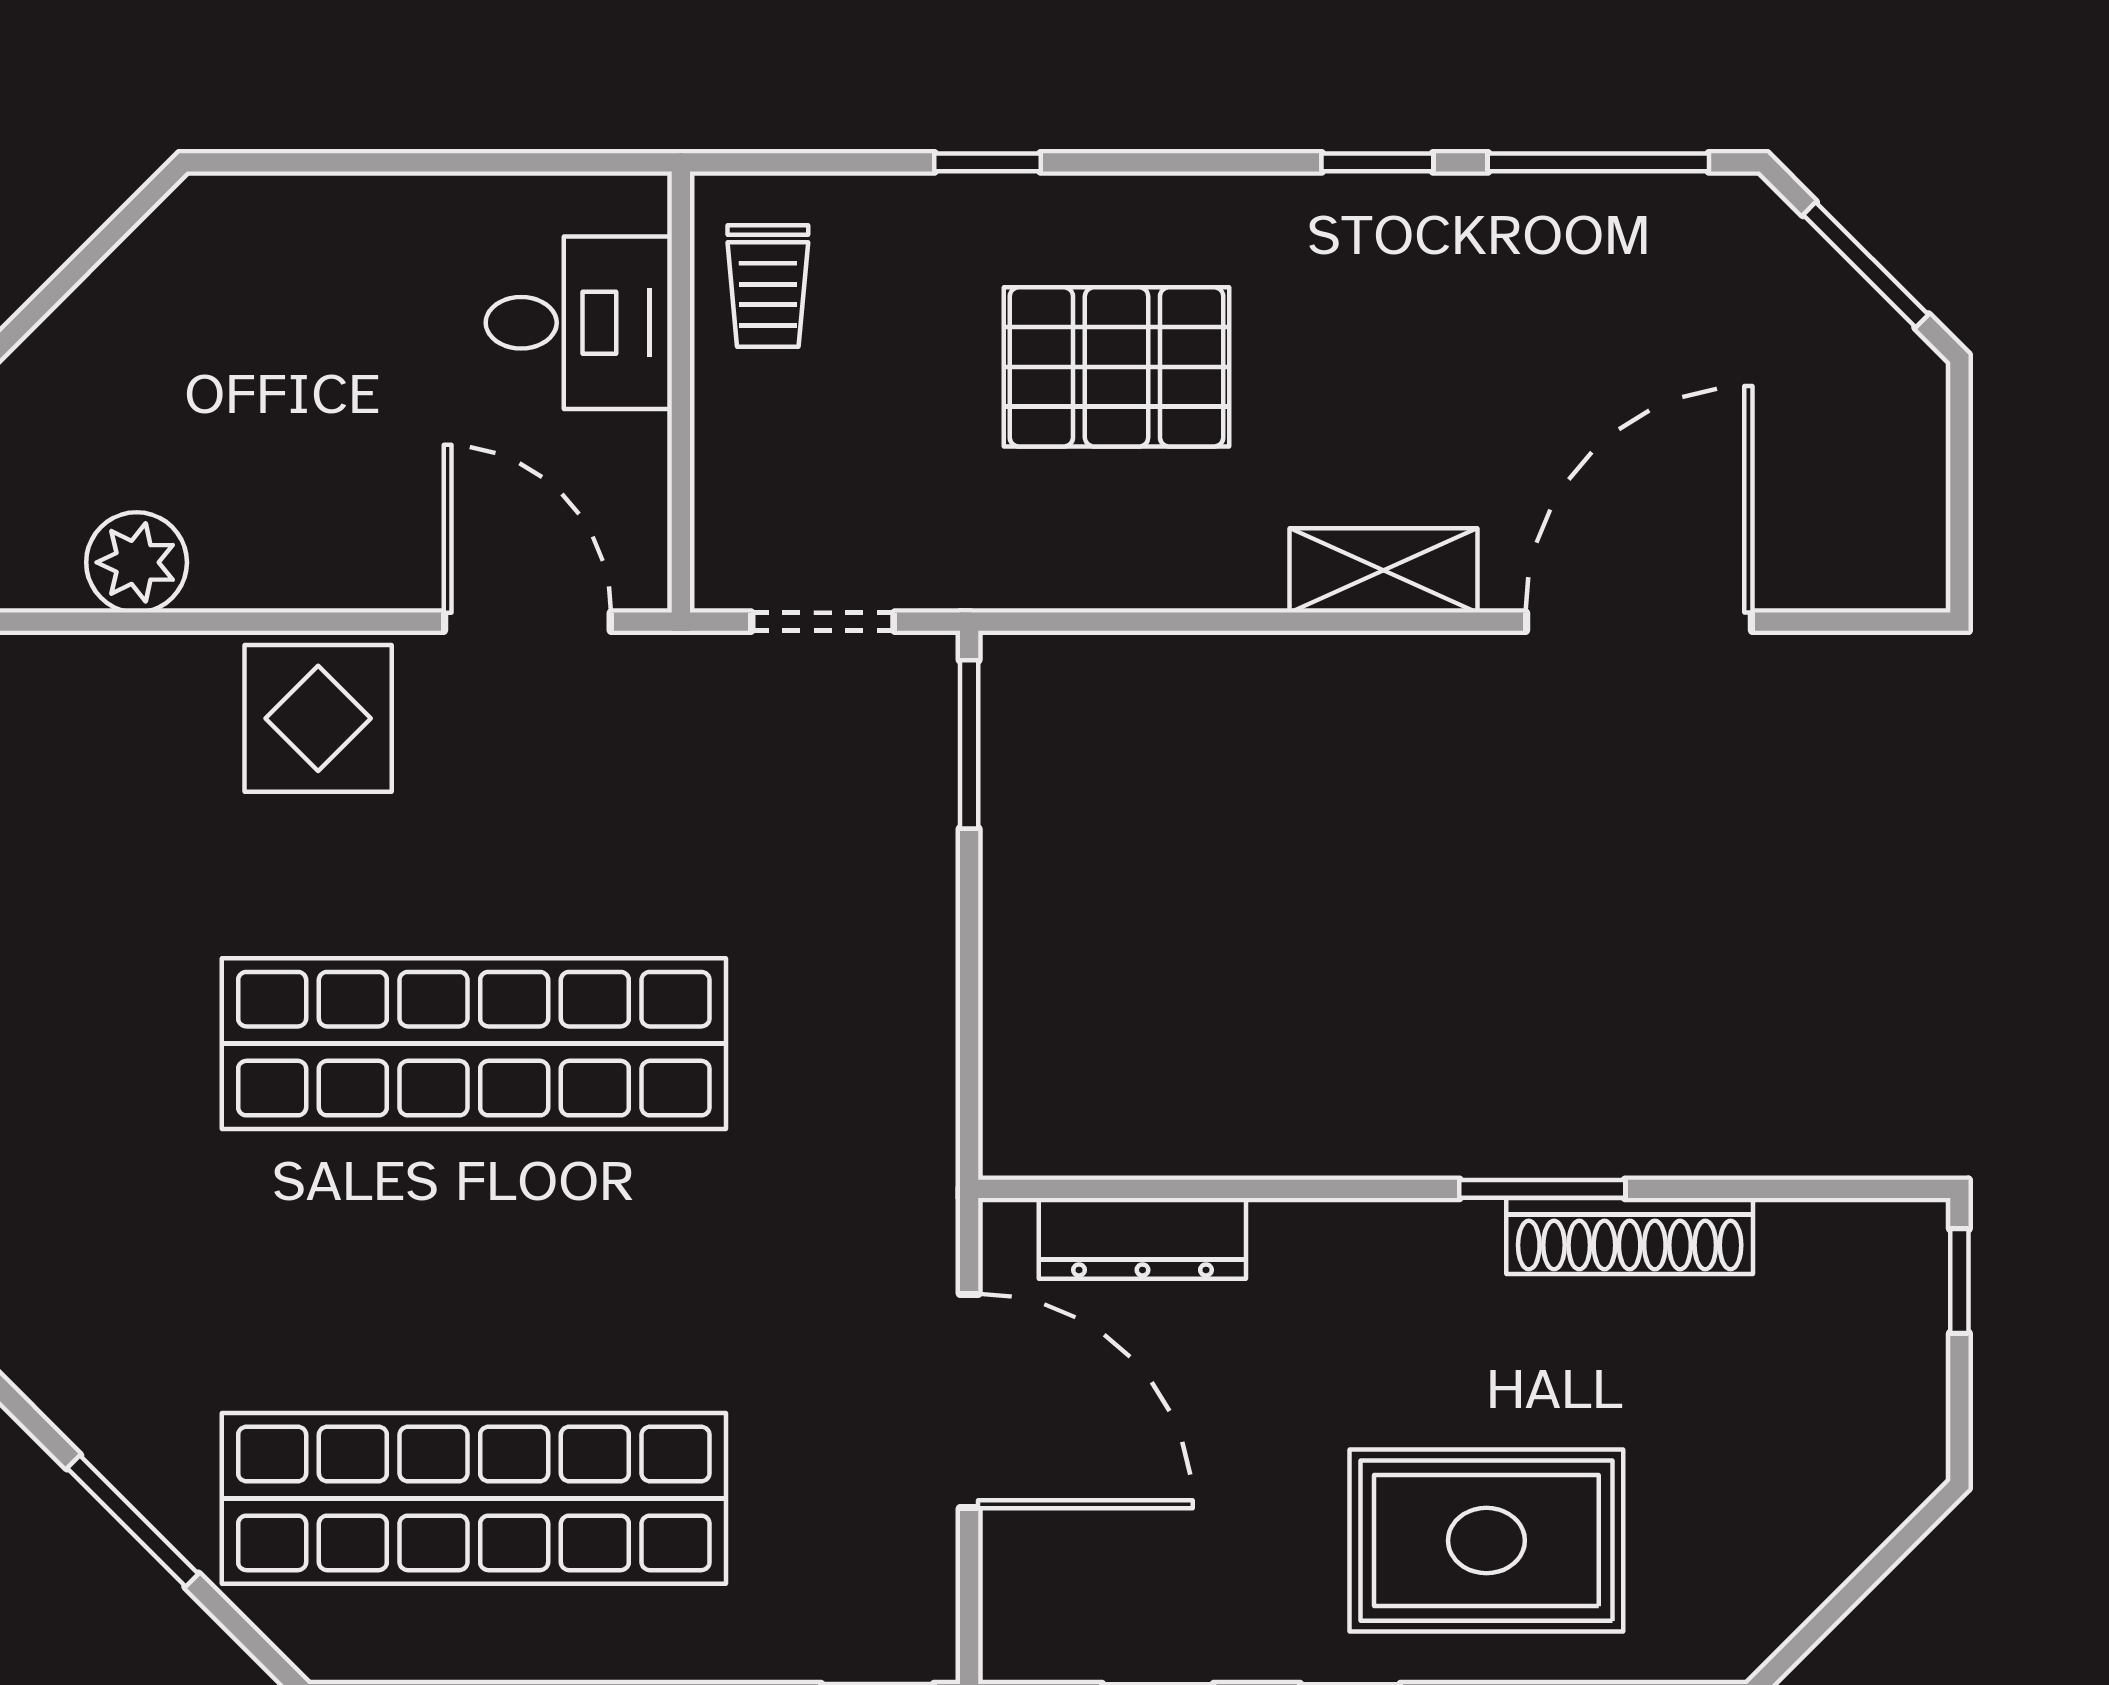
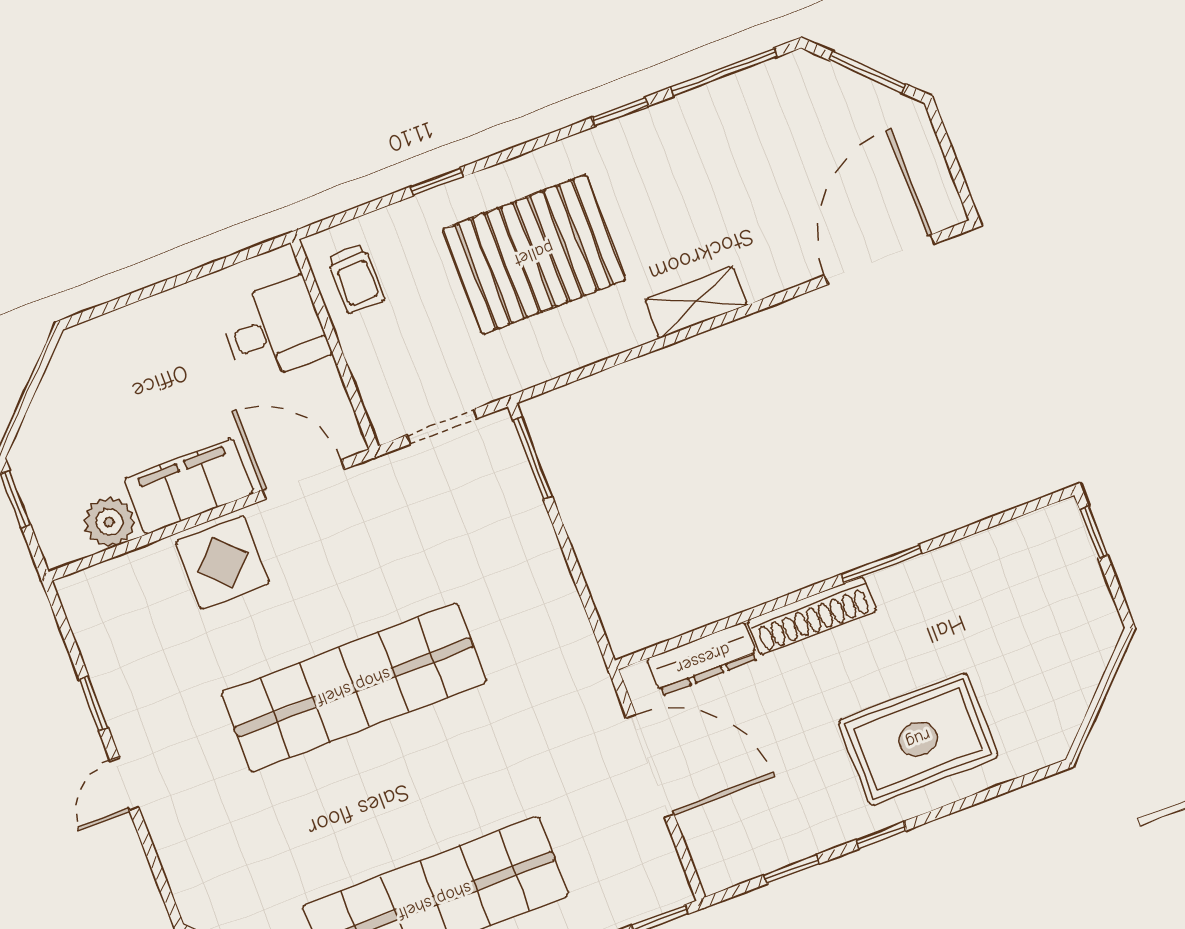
pallet: (1117, 367) -> (534, 254), width x1.37, depth x1.41
filing cabinet: (310, 553) -> (189, 486), added
door: (1639, 622) -> (879, 260), moved
shoe rack: (1630, 1236) -> (812, 616), moved

